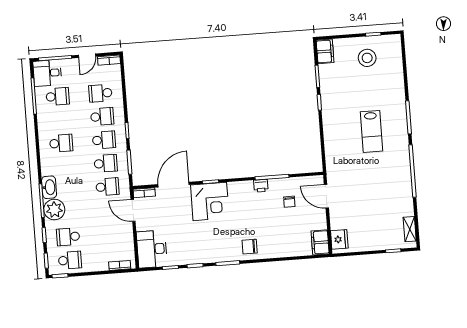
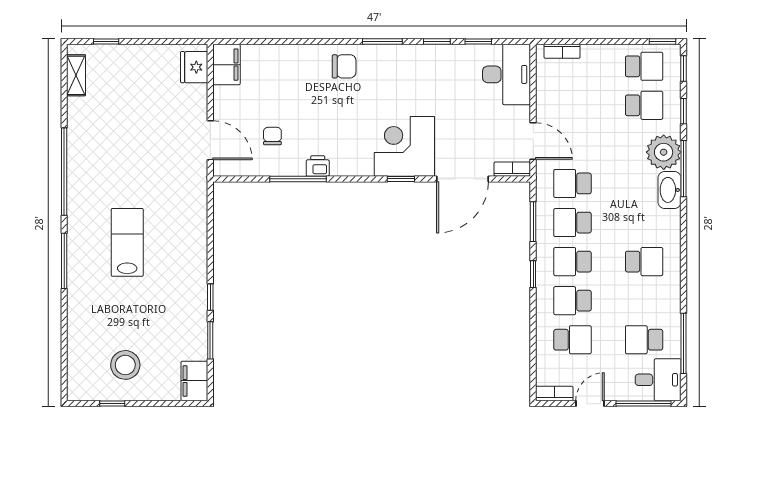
school desk: (61, 143) -> (644, 262), turned 180
school desk: (70, 260) -> (644, 66), turned 180

